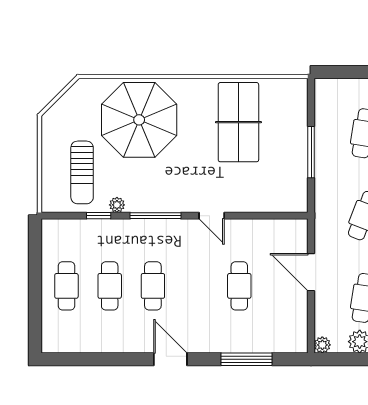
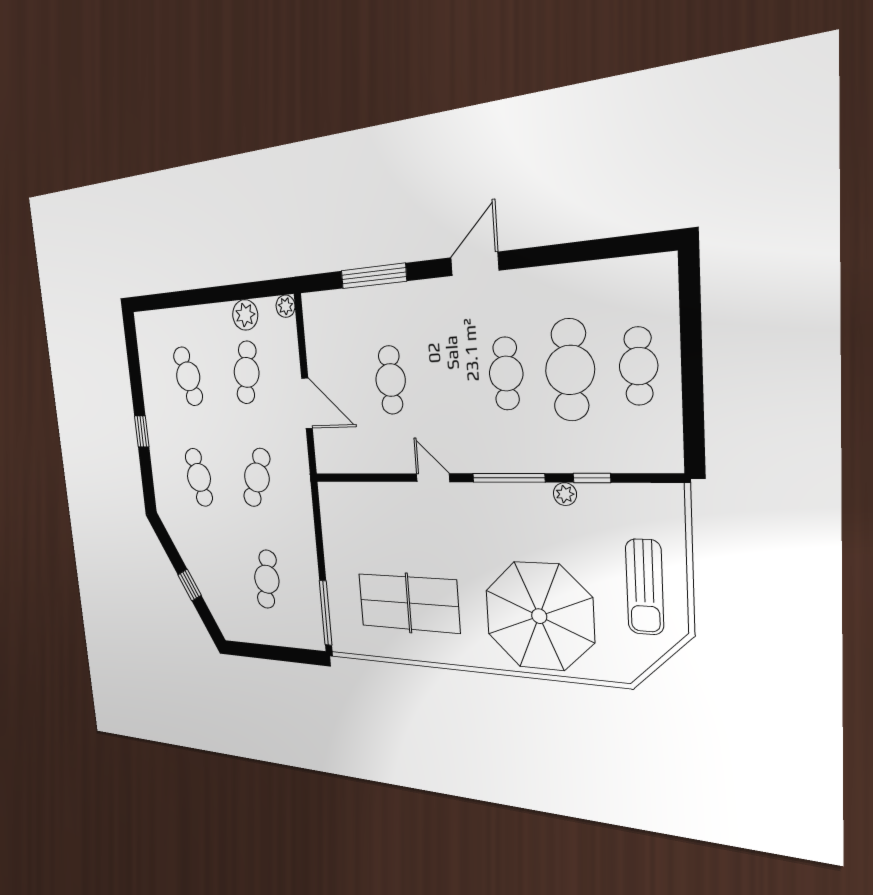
table tennis table: (238, 122) -> (409, 603), turned 90
window: (311, 152) -> (326, 613), moved
sun lounger: (82, 172) -> (645, 587), moved, turned 180
cafe table: (110, 286) -> (570, 370), width x1.37, depth x1.35
door: (170, 359) -> (475, 264), swing flipped

